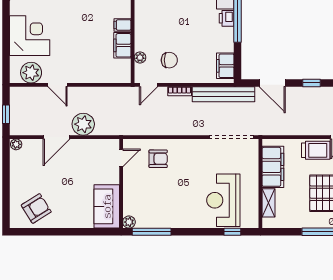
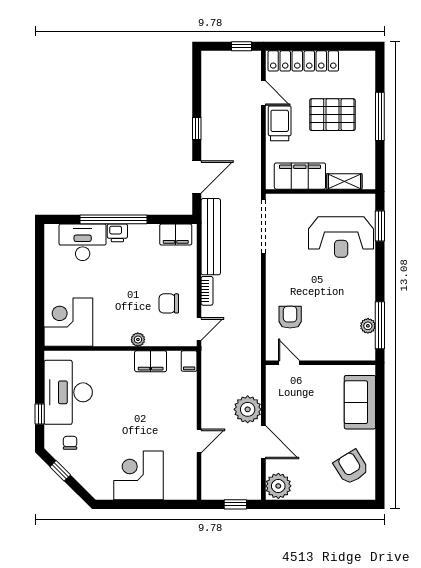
filing cabinet: (122, 25) -> (189, 361), moved
plant: (140, 57) -> (138, 339), moved
chair: (169, 60) -> (169, 303), turned -90
plant: (31, 73) -> (184, 473), removed
door: (149, 85) -> (199, 329), hinge flipped
plant: (16, 144) -> (278, 486), width x1.87, depth x1.87
sofa: (107, 206) -> (360, 402), moved, turned 90
plant: (129, 222) -> (368, 326), moved
window: (232, 232) -> (380, 226), width x1.50

